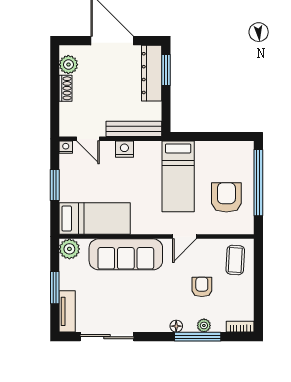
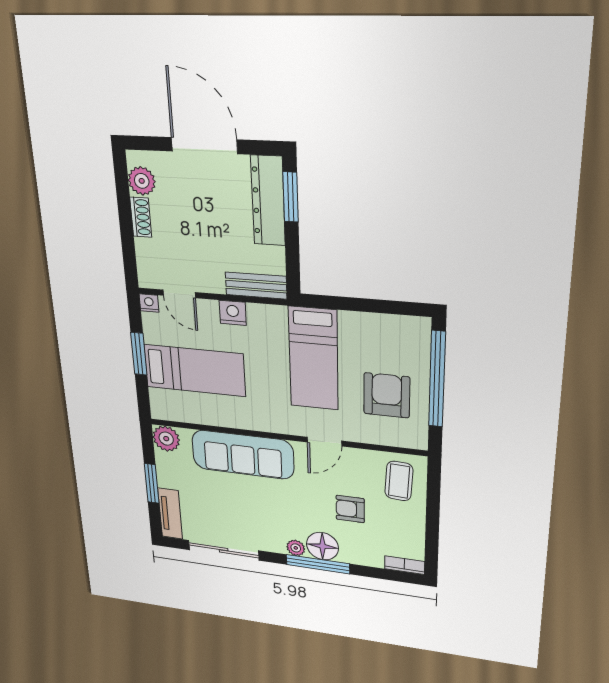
bench: (134, 129) -> (256, 286), width x0.73
bed: (95, 218) -> (195, 370), moved
armchair: (202, 287) -> (350, 509), turned -90
plant: (204, 325) -> (296, 548), moved
floor lamp: (176, 326) -> (322, 546), width x1.89, depth x1.89
window: (198, 337) -> (318, 564), moved

